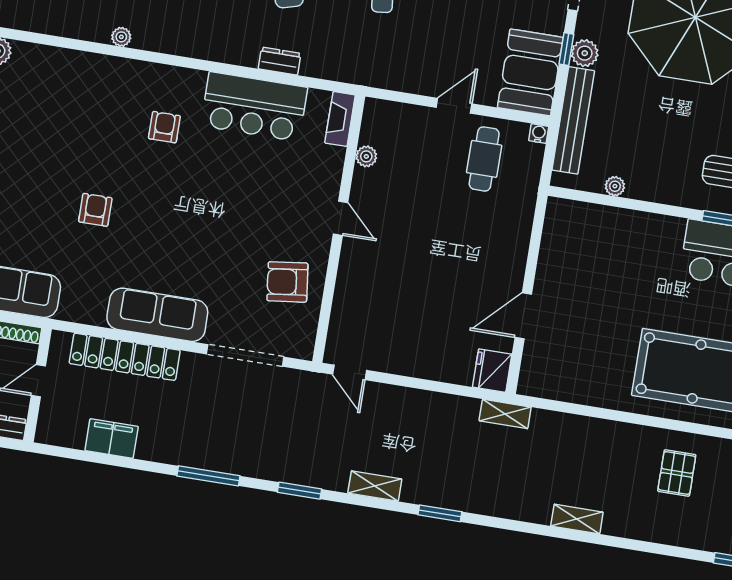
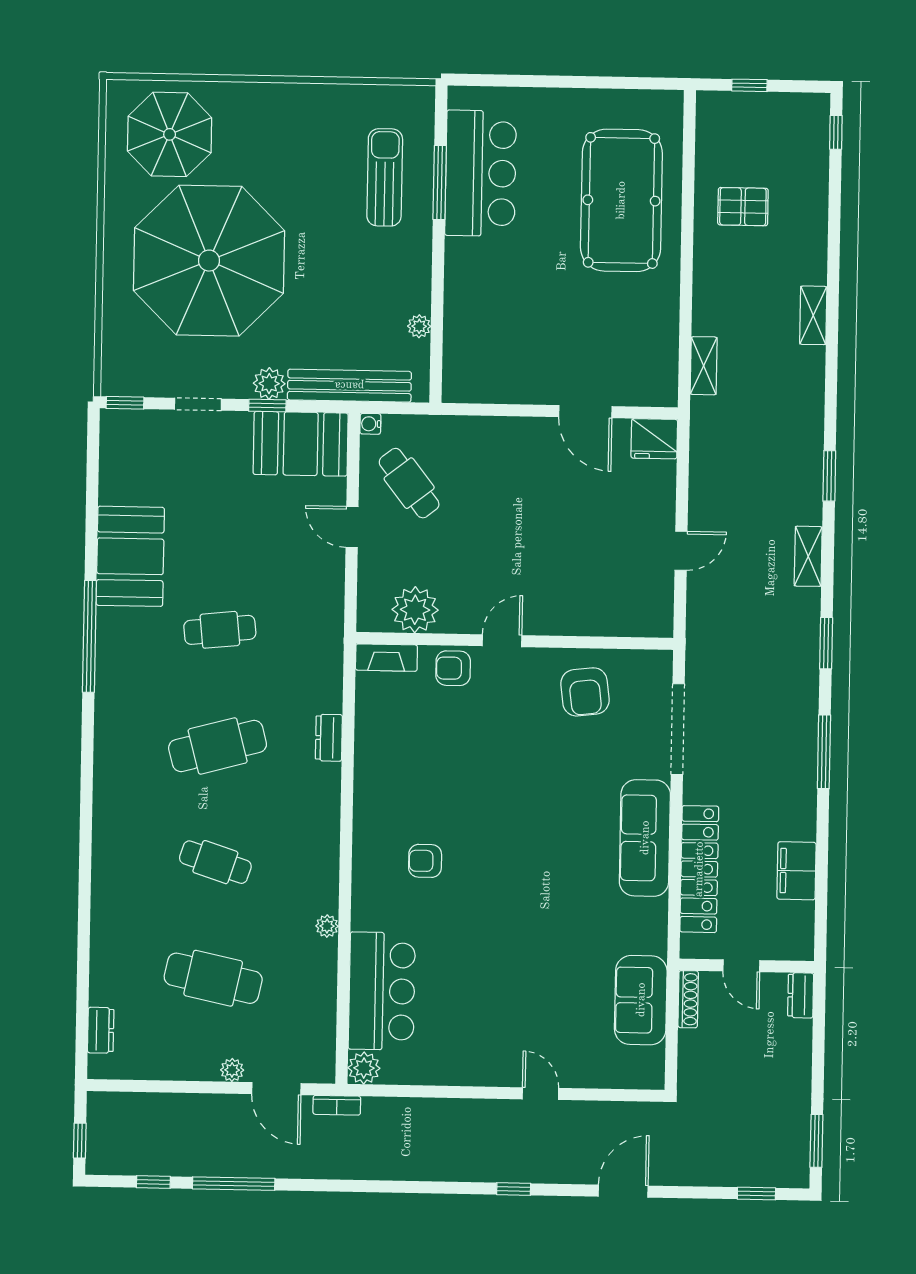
bar counter: (254, 107) -> (382, 991), moved
plant: (366, 156) -> (415, 610), width x1.88, depth x1.88
cafe table: (484, 159) -> (409, 483), turned 52
armchair: (95, 210) -> (453, 668), moved
door: (350, 372) -> (681, 551), moved
shelving: (505, 414) -> (704, 366), moved

